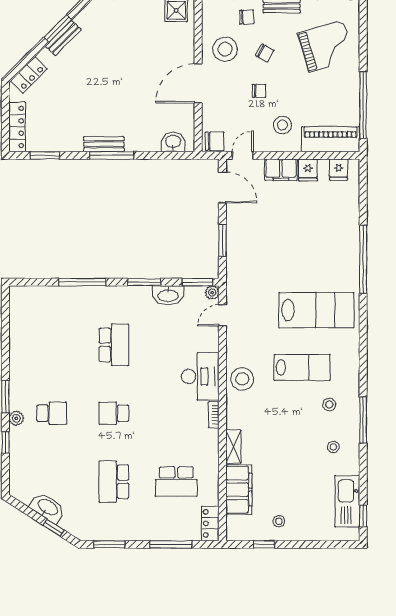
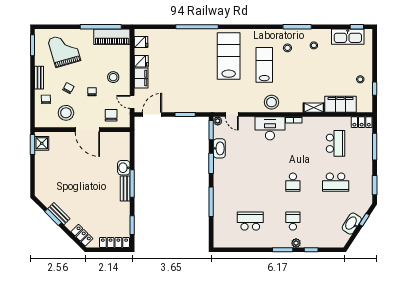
piano: (331, 139) -> (112, 37), moved, turned -90
chair: (215, 141) -> (111, 115), moved
washbasin: (173, 142) -> (124, 168), moved
school desk: (114, 345) -> (250, 221), moved

